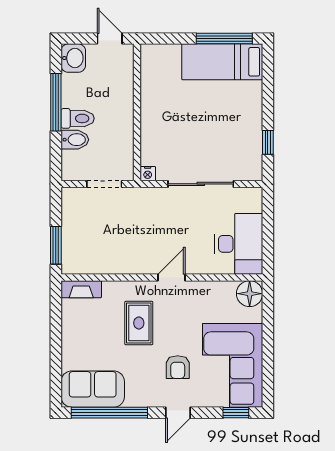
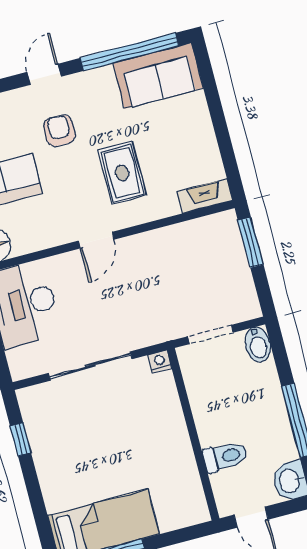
toilet: (78, 118) -> (225, 457), moved, turned 180
bidet: (75, 140) -> (258, 344), moved, turned -90

